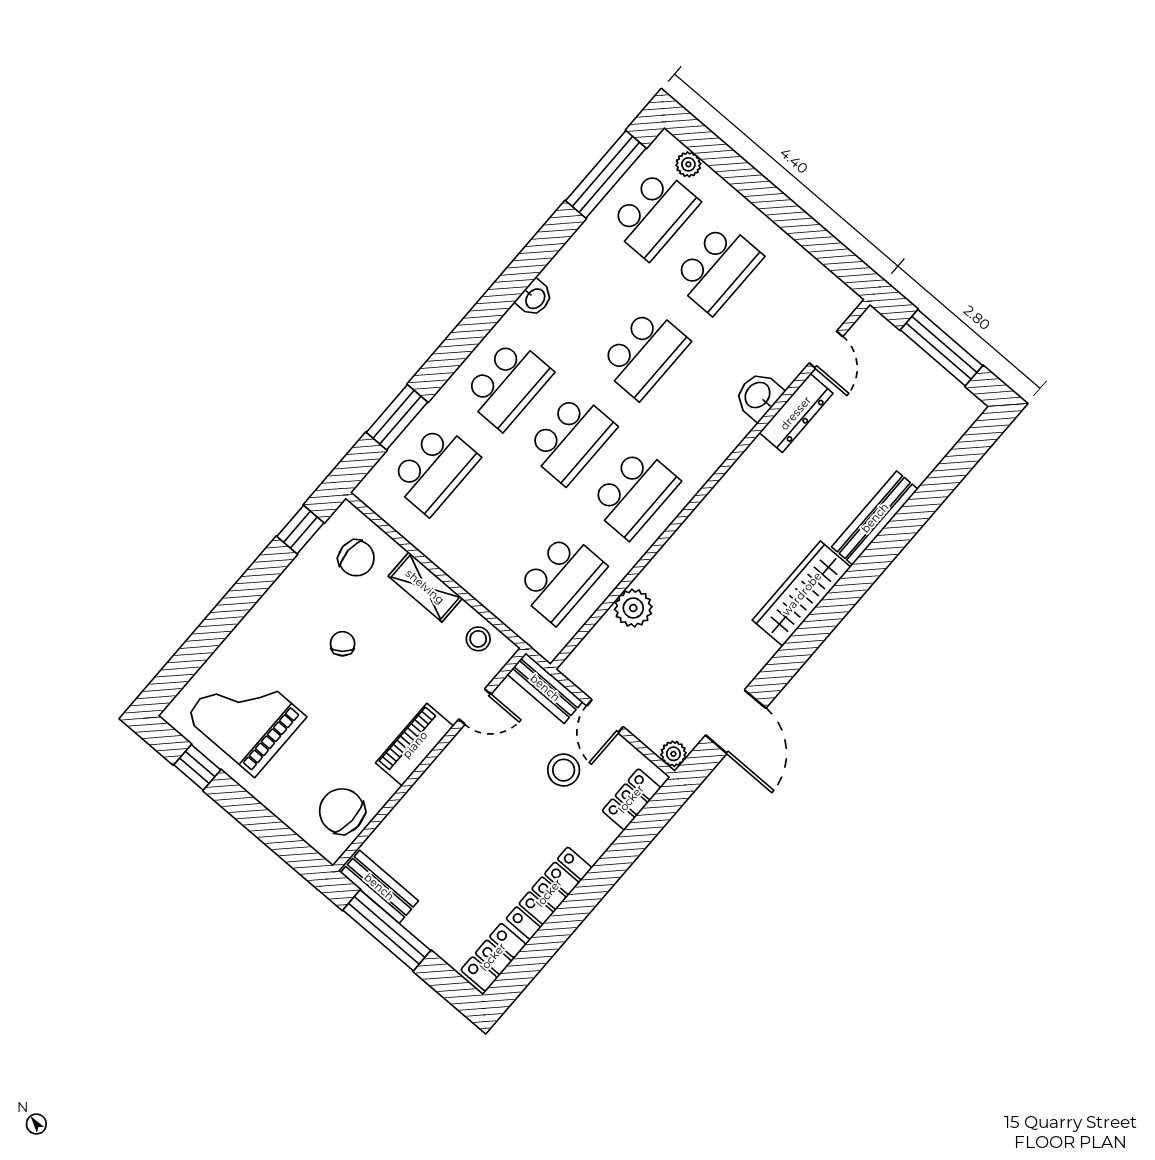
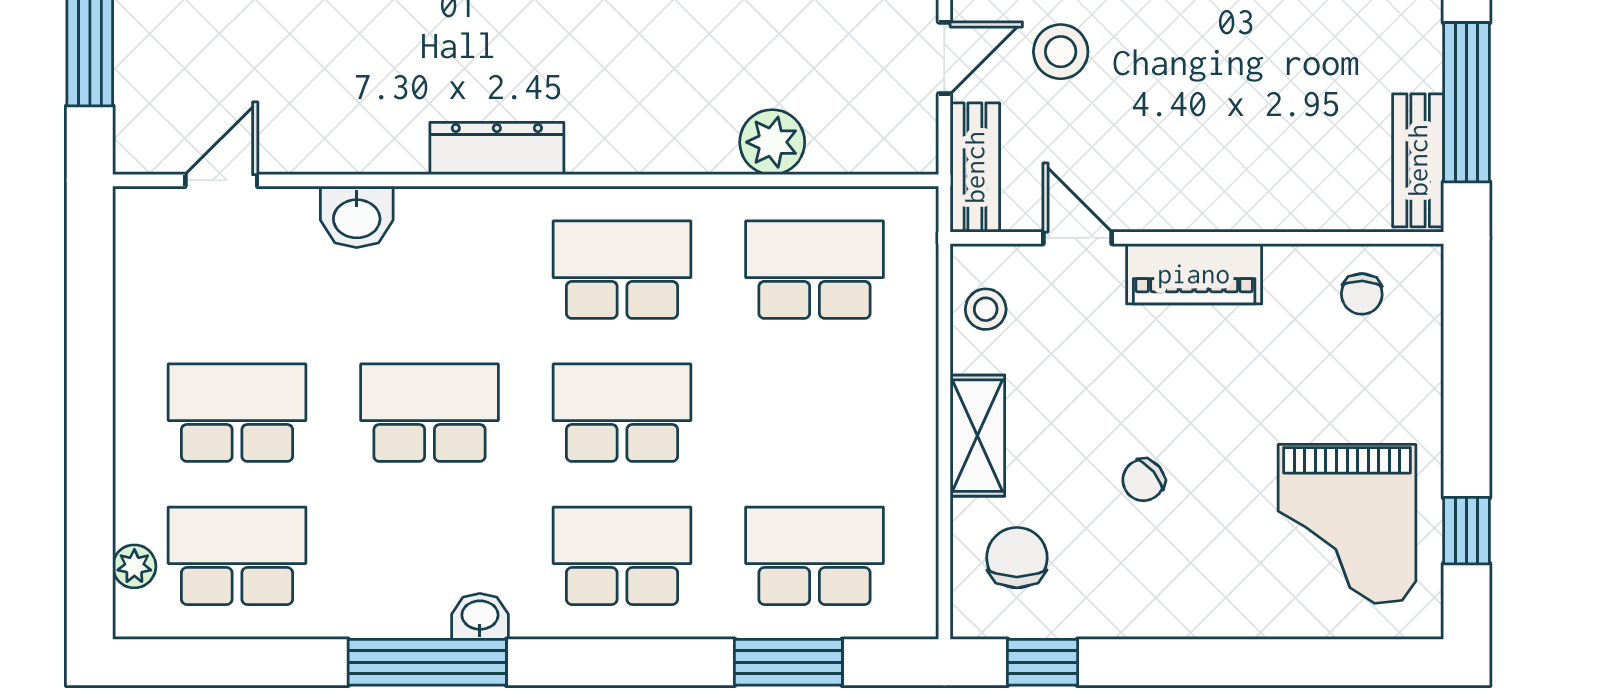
window: (606, 174) -> (427, 662), moved
dresser: (796, 413) -> (497, 149), moved
chair: (342, 811) -> (1362, 294), width x0.54, depth x0.54

